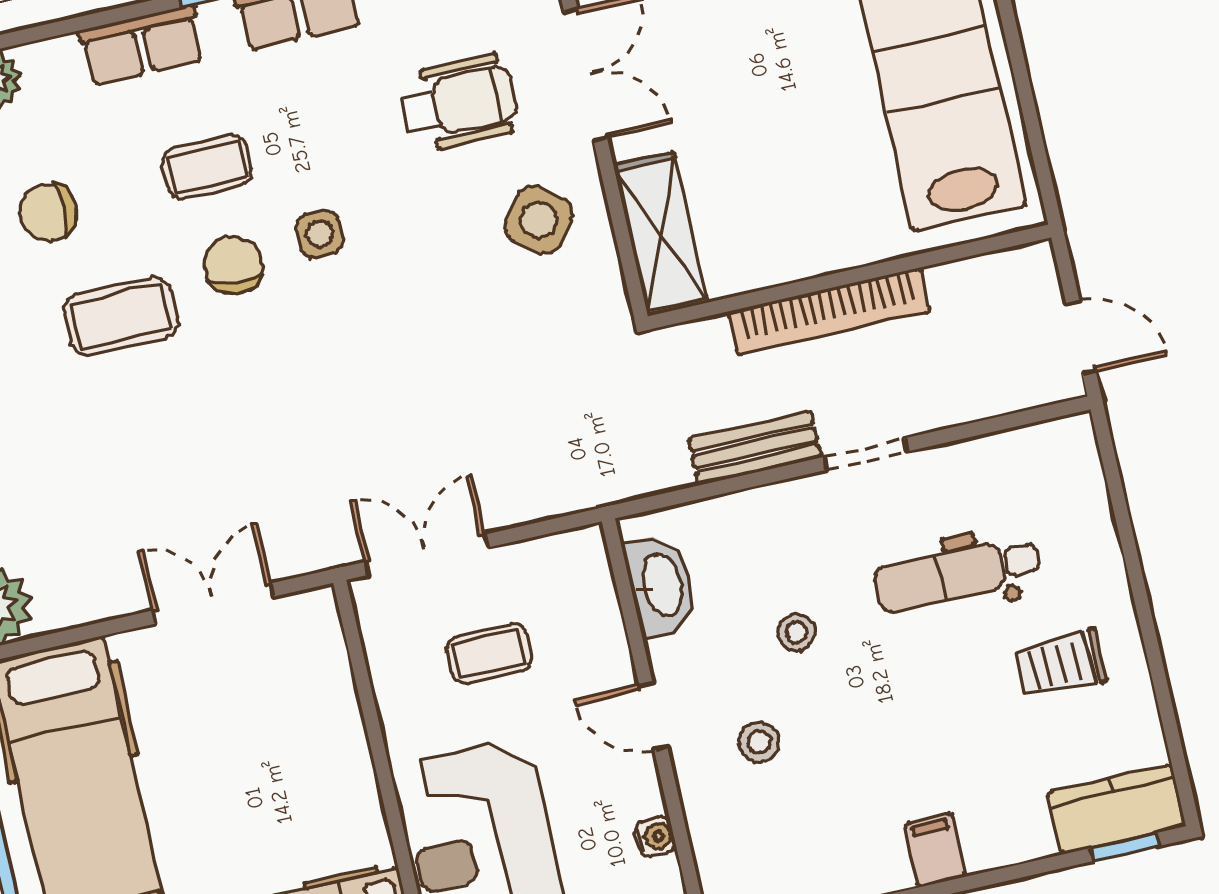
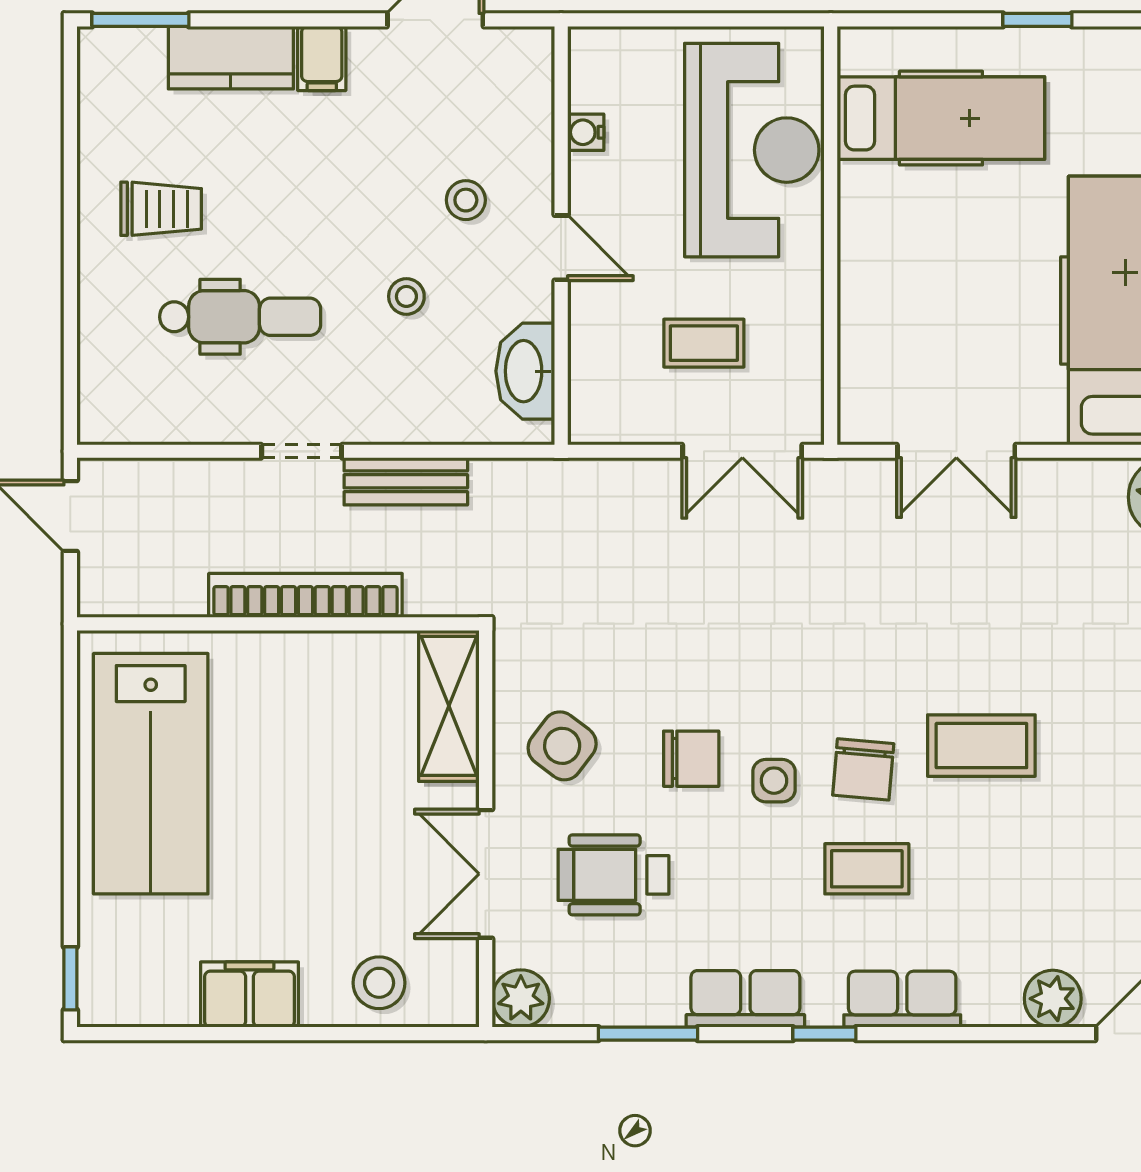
chair: (48, 212) -> (691, 759), moved
kitchen counter: (1117, 809) -> (231, 58), moved
window: (1124, 847) -> (140, 20), width x1.50

